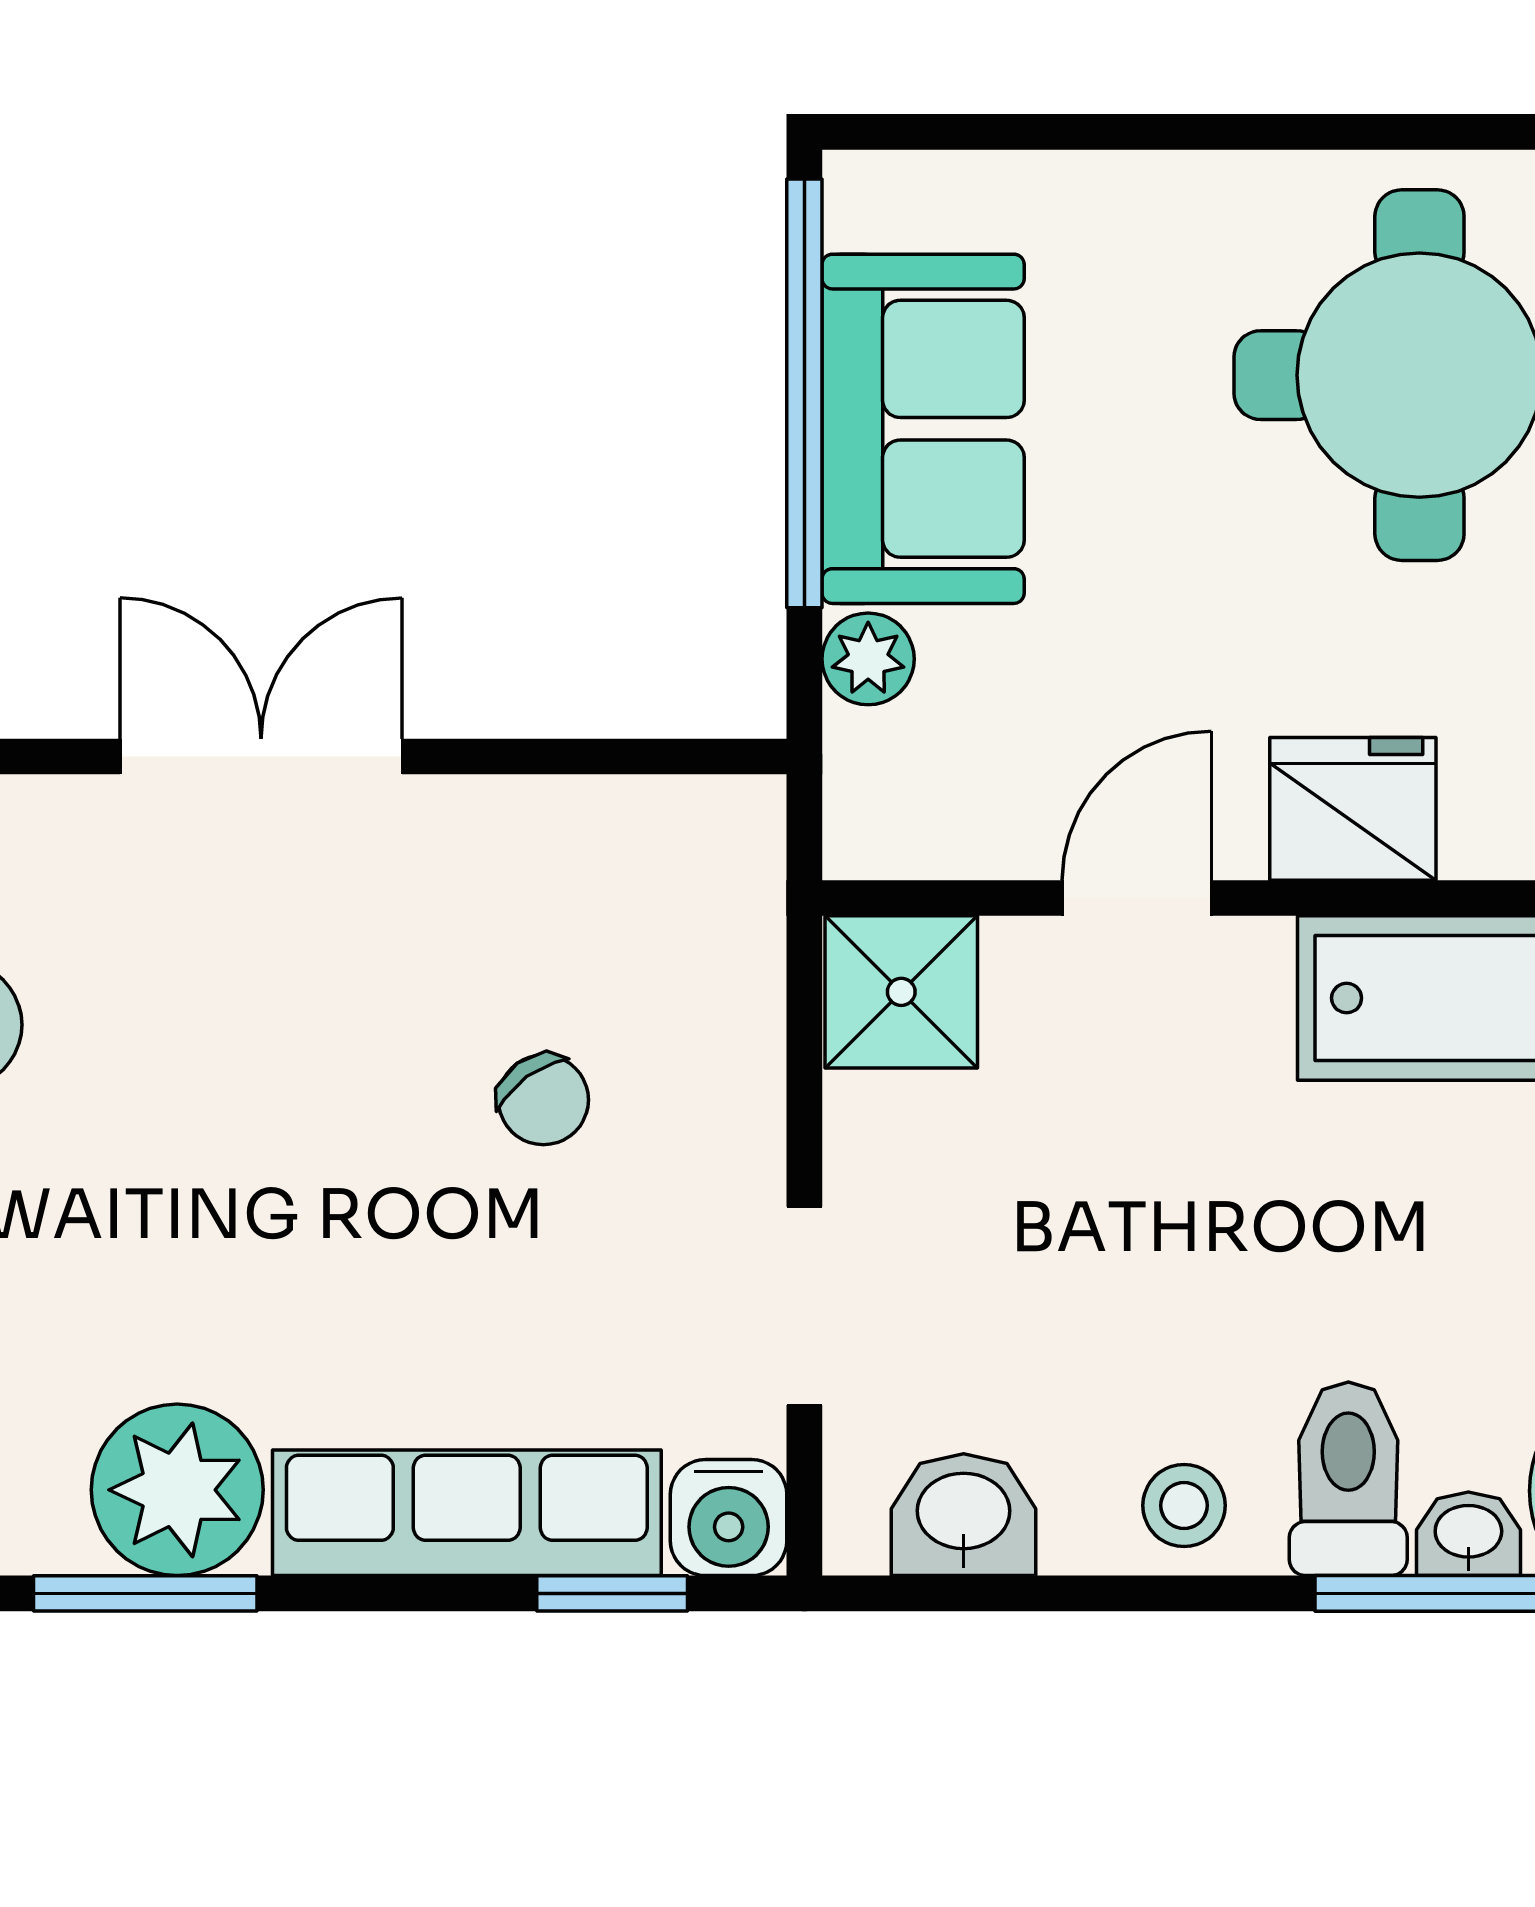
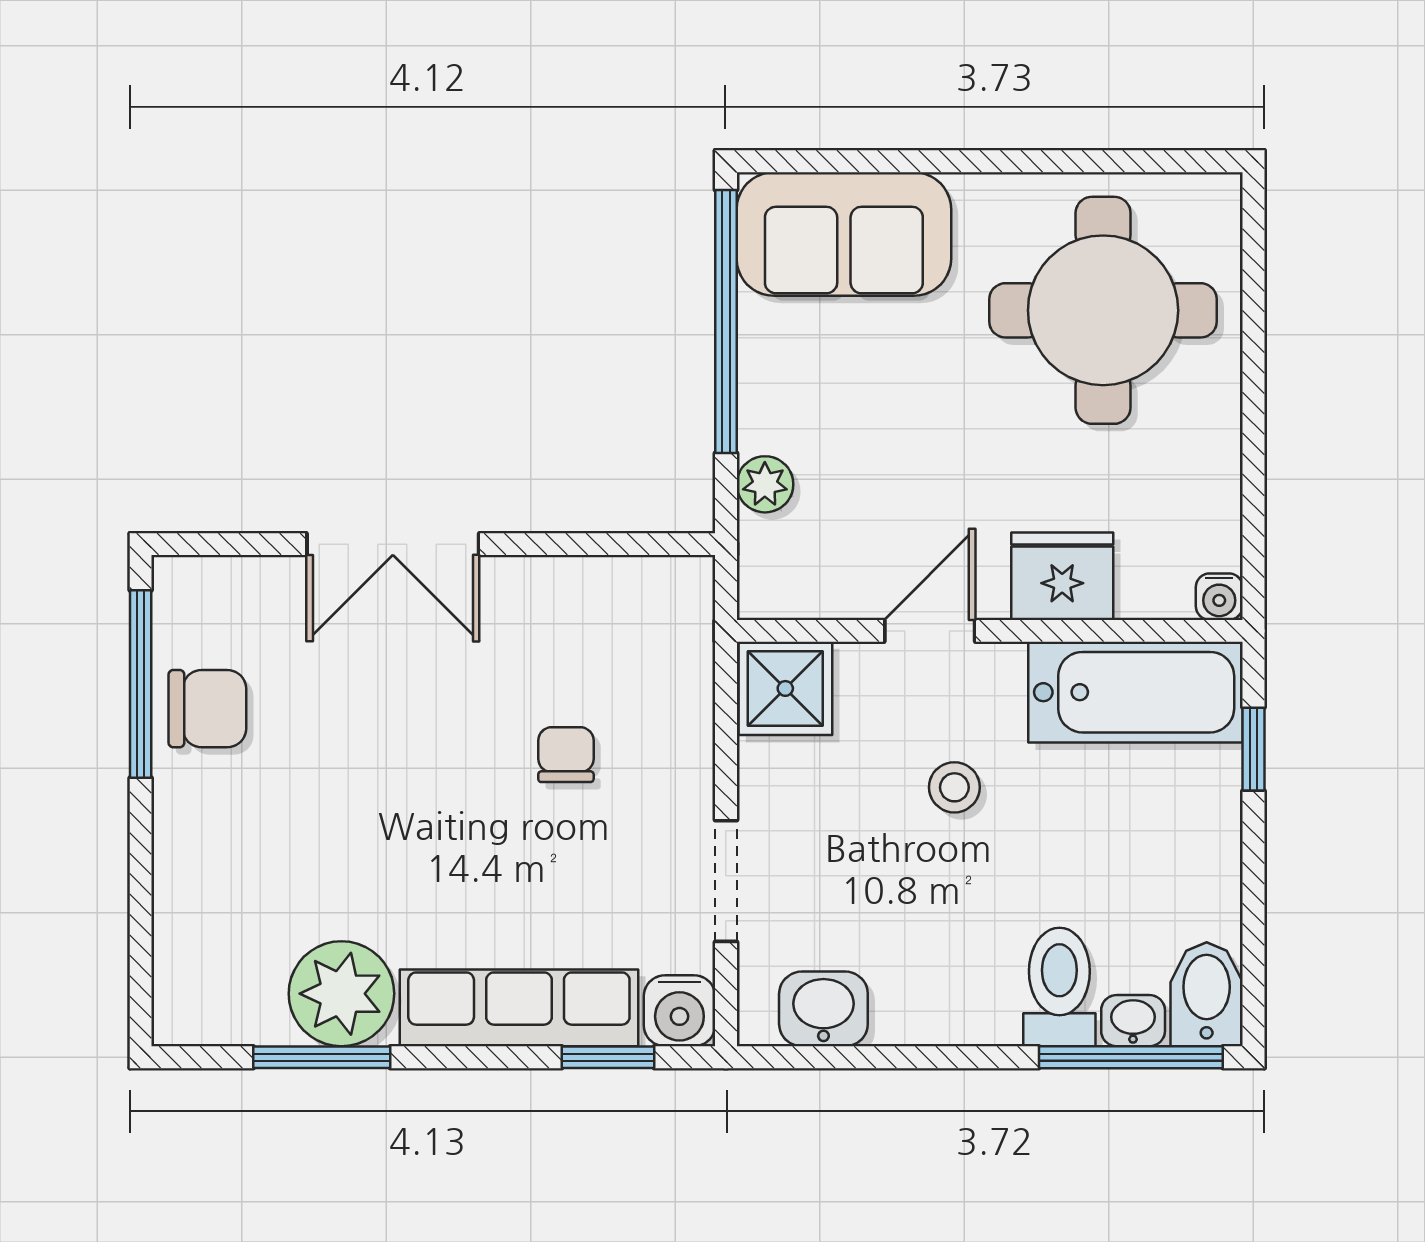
sofa: (923, 429) -> (844, 234), moved, turned 90
double door: (261, 757) -> (393, 544), swing flipped
chair: (543, 1100) -> (566, 755), turned -144
stool: (1184, 1505) -> (954, 787), moved

